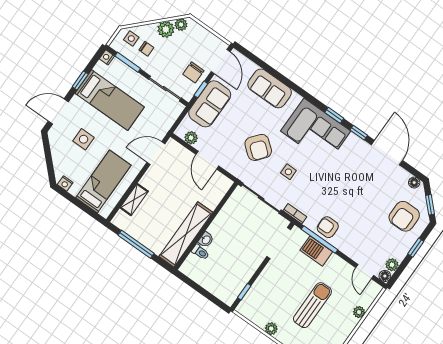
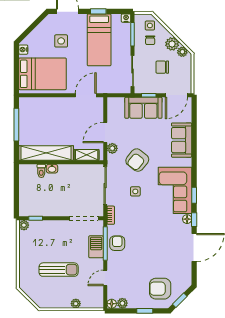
chair: (193, 72) -> (162, 67), moved
plant: (191, 138) -> (112, 148), moved
door: (156, 153) -> (86, 95), hinge flipped
bed: (103, 181) -> (43, 74), width x1.50
floor lamp: (414, 183) -> (187, 219), moved
shelving: (134, 200) -> (87, 155), moved
door: (365, 271) -> (105, 278), moved
plant: (271, 329) -> (24, 225), moved

